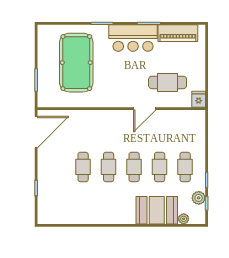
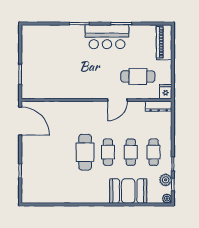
piano: (178, 33) -> (164, 42), moved, turned 90
pool table: (76, 63) -> (56, 59), removed
dresser: (191, 116) -> (159, 106), added
door: (36, 132) -> (20, 121), hinge flipped
cafe table: (83, 167) -> (62, 152), removed
cafe table: (109, 167) -> (85, 152), width x1.37, depth x1.35
plant: (184, 219) -> (167, 199), moved

